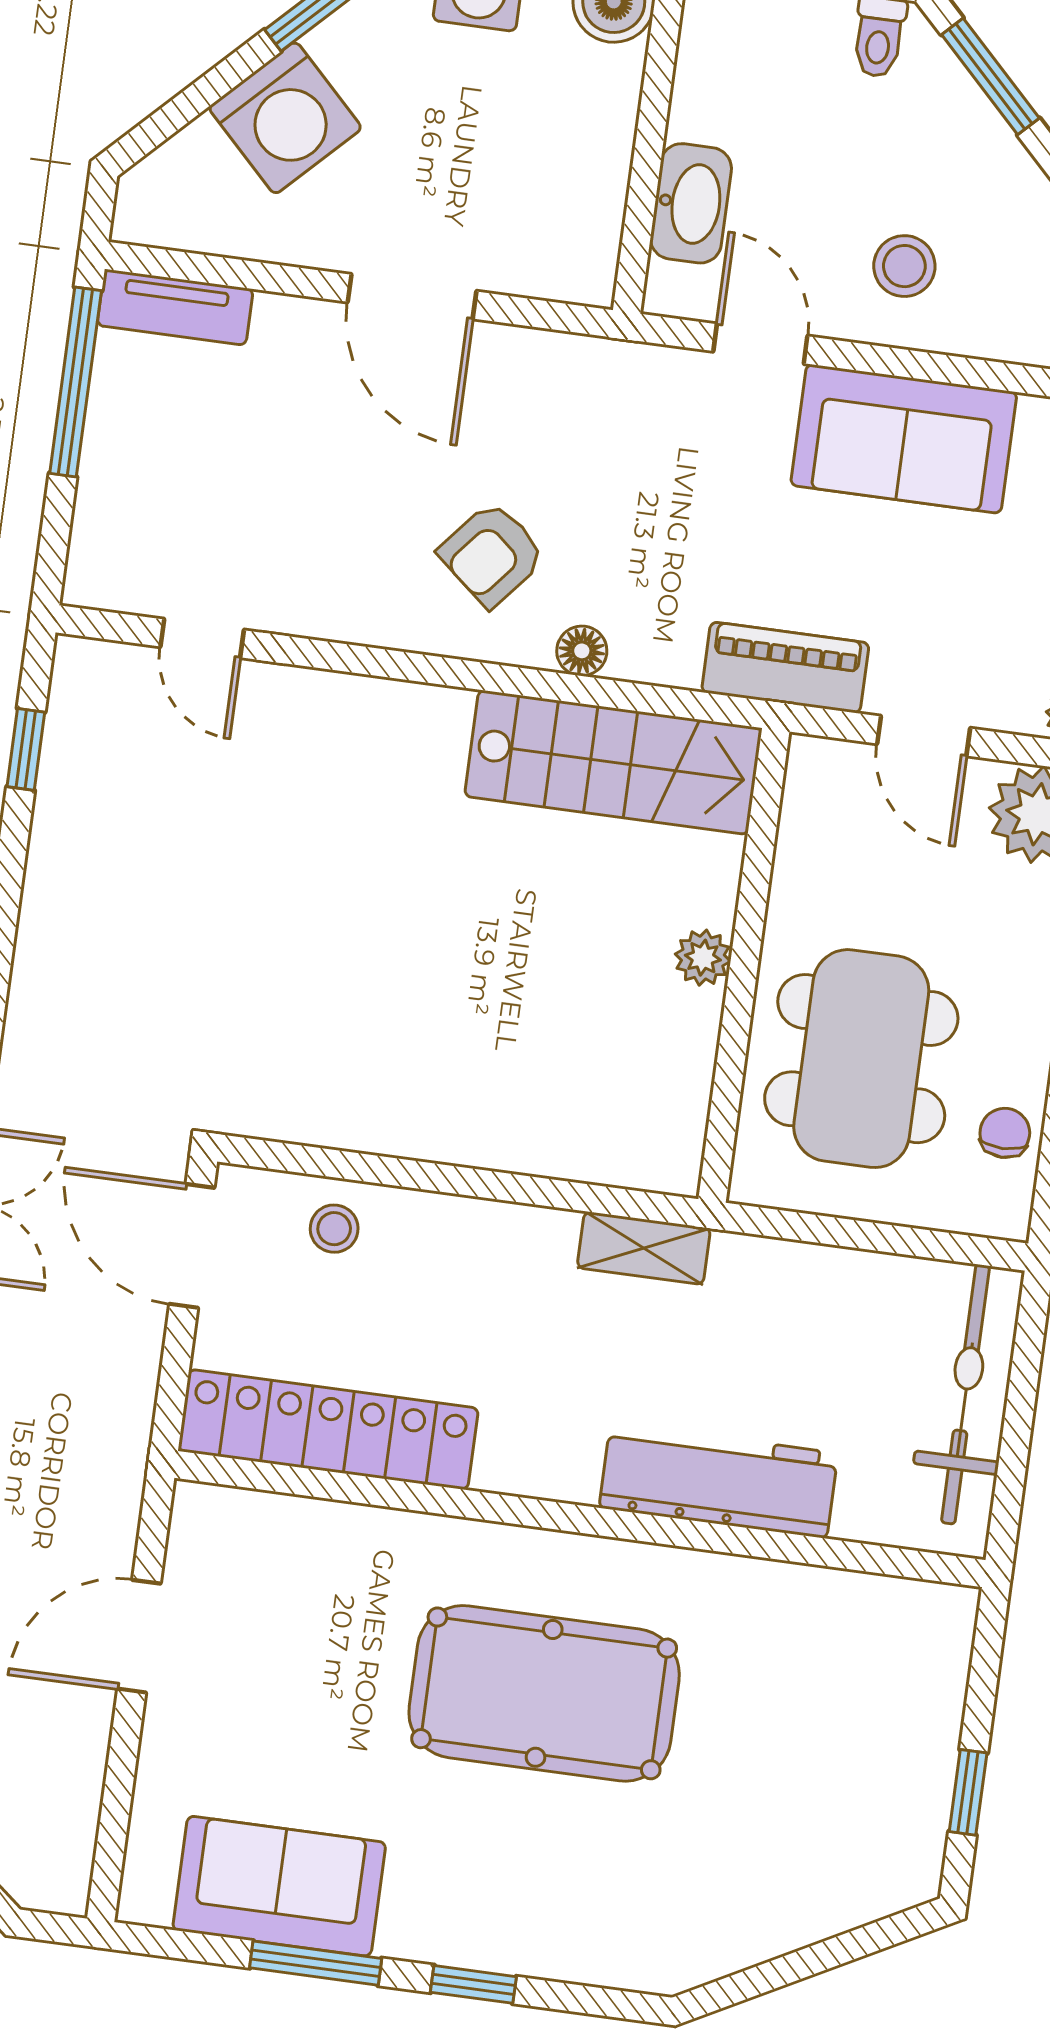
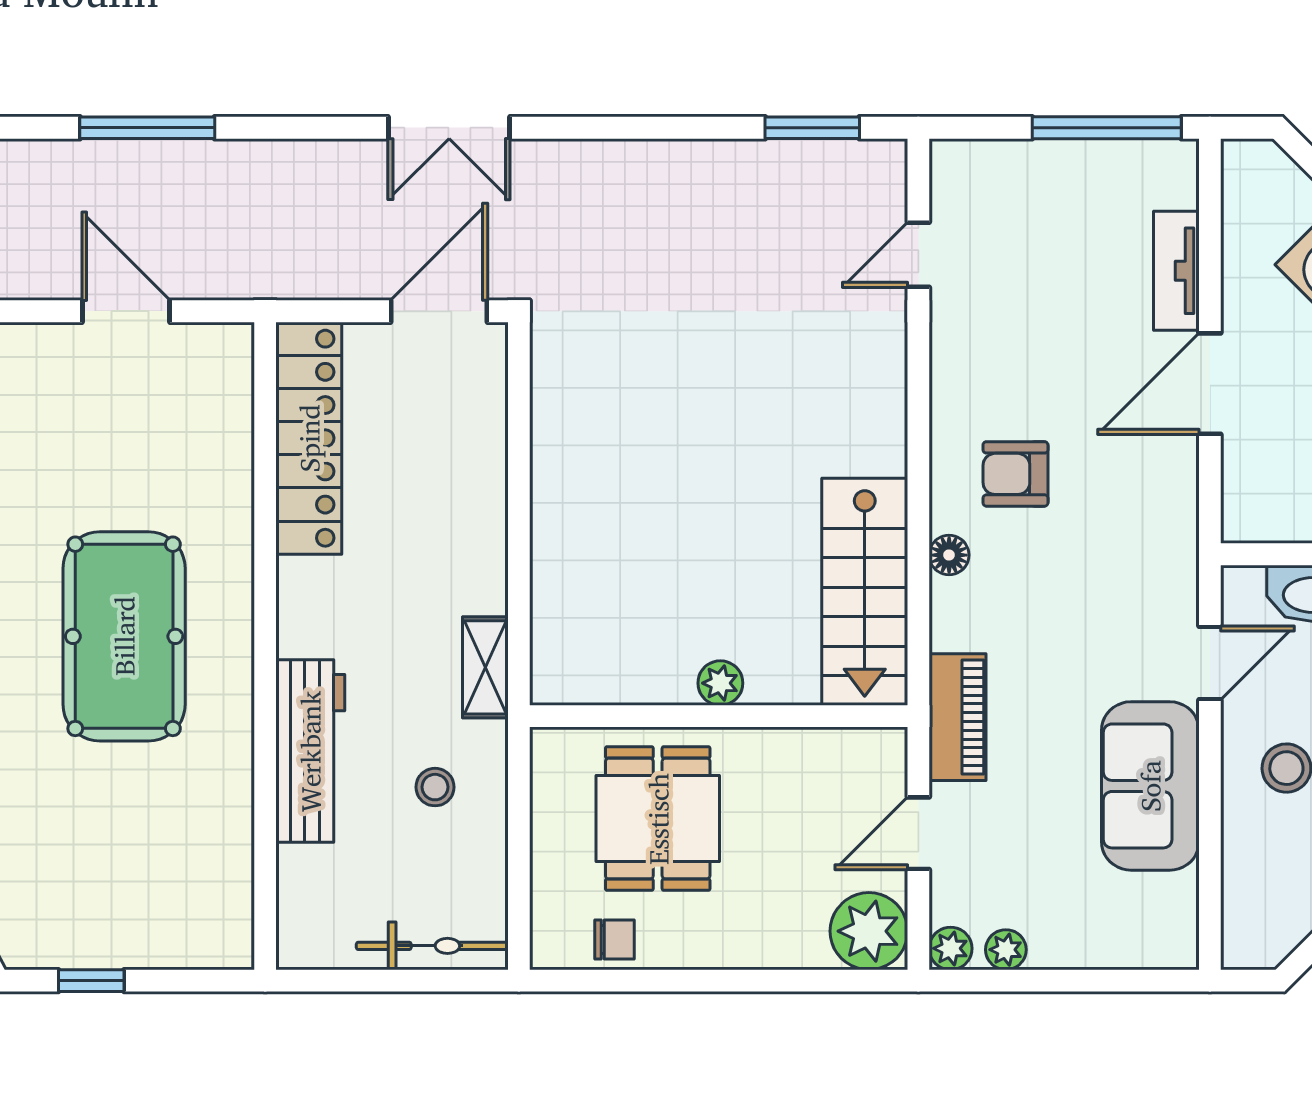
tv unit: (175, 307) -> (1176, 271), moved
armchair: (492, 554) -> (1015, 474), turned -40
window: (26, 749) -> (812, 128), width x1.50
dining table: (861, 1059) -> (658, 819), width x0.73
stool: (334, 1229) -> (435, 787), moved
bicycle: (965, 1394) -> (432, 946), width x0.73, depth x0.71

